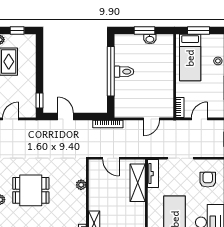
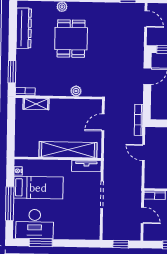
door: (152, 119) -> (143, 152), moved
armchair: (208, 180) -> (79, 223), removed
shelving: (138, 183) -> (68, 150), width x1.47

